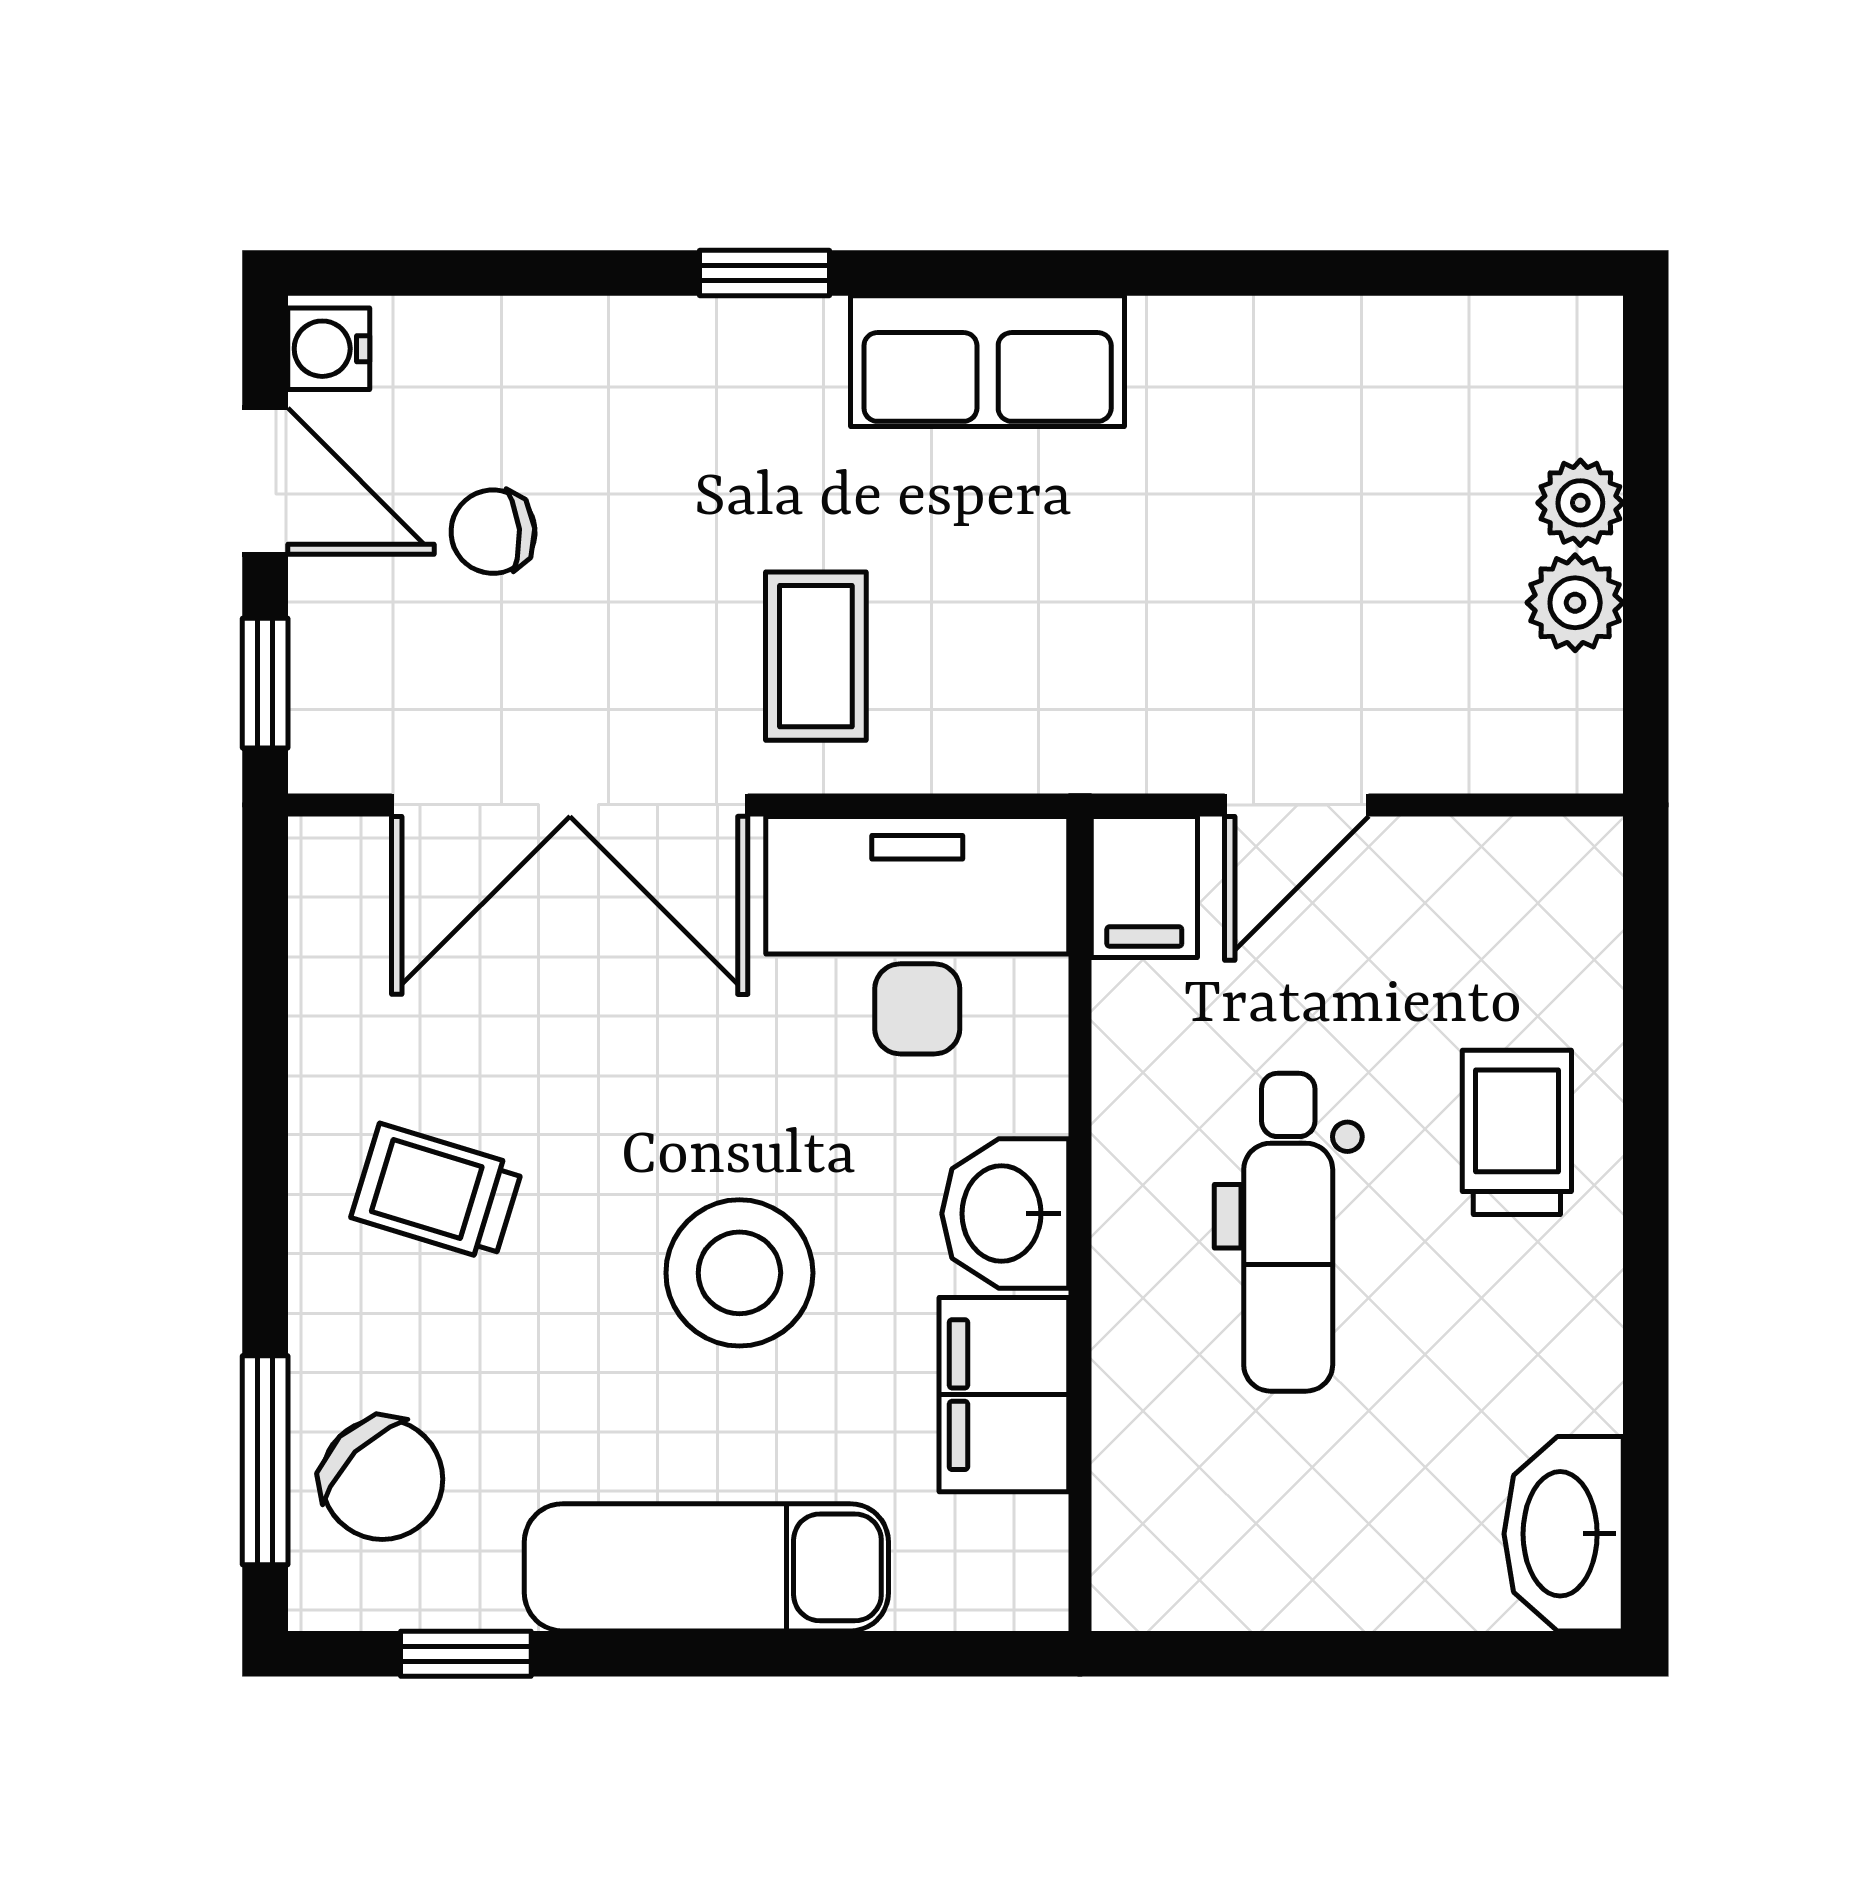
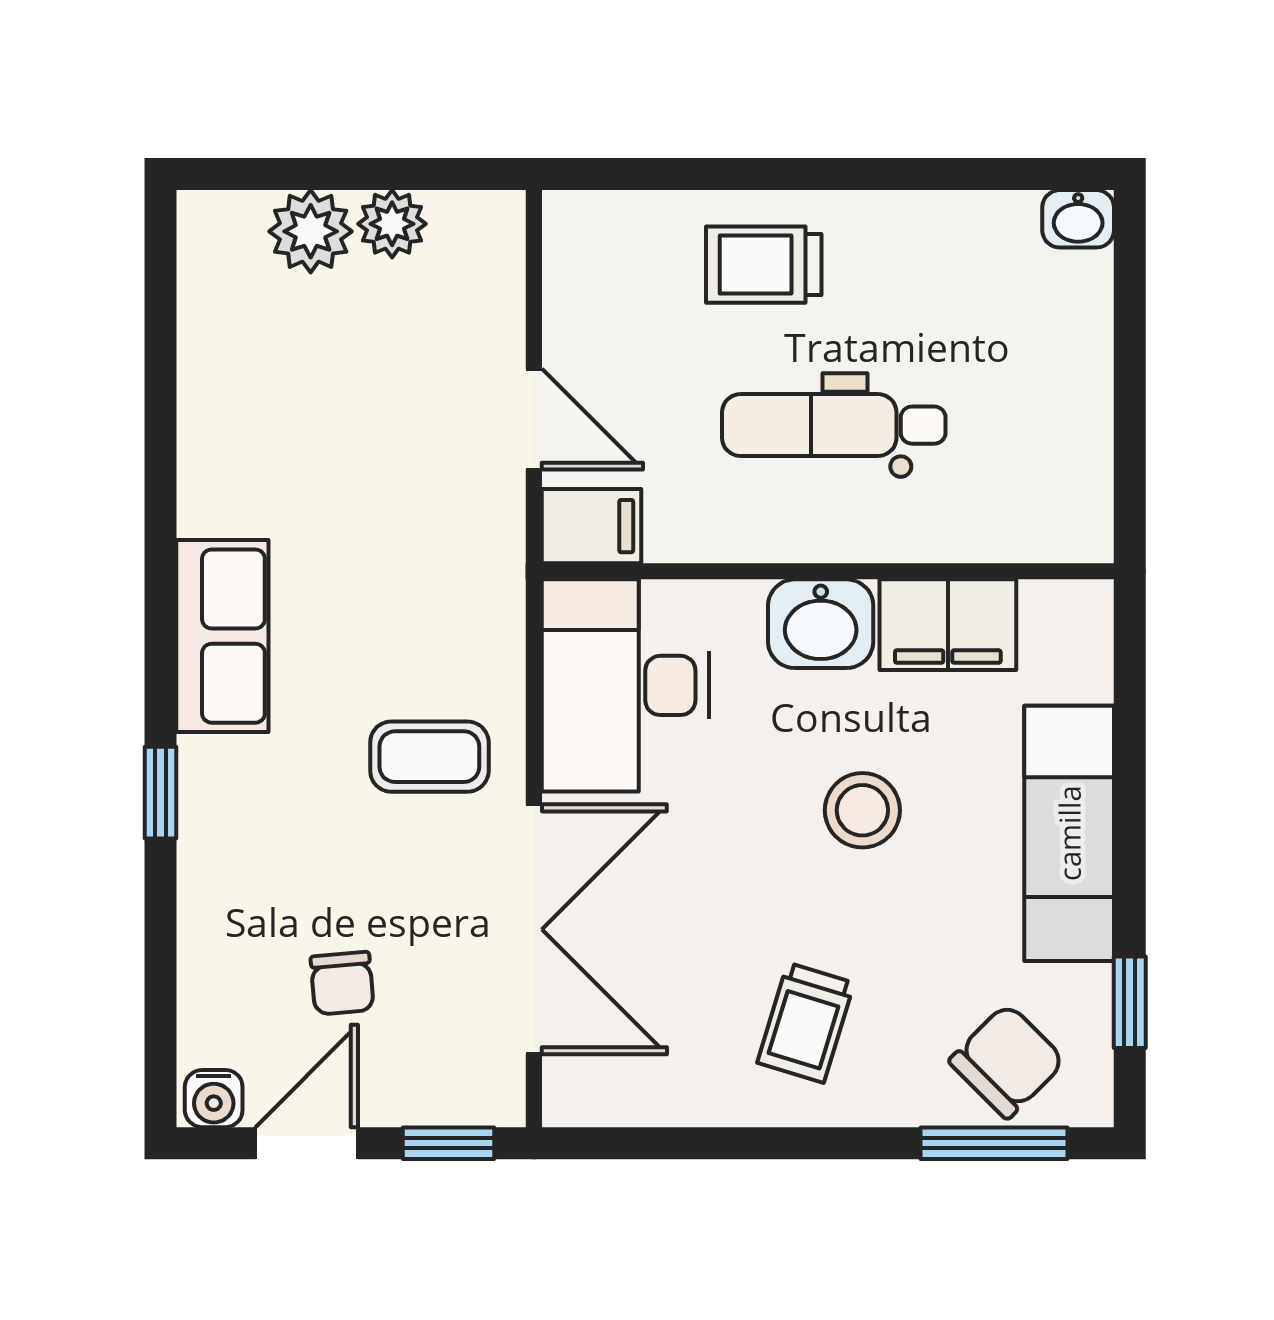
plant: (1580, 503) -> (311, 231), width x1.38, depth x1.38
dental chair: (1288, 1232) -> (834, 425), turned 180
stool: (739, 1273) -> (862, 810), width x0.73, depth x0.73
washbasin: (1564, 1534) -> (1078, 219), width x0.52, depth x0.69

